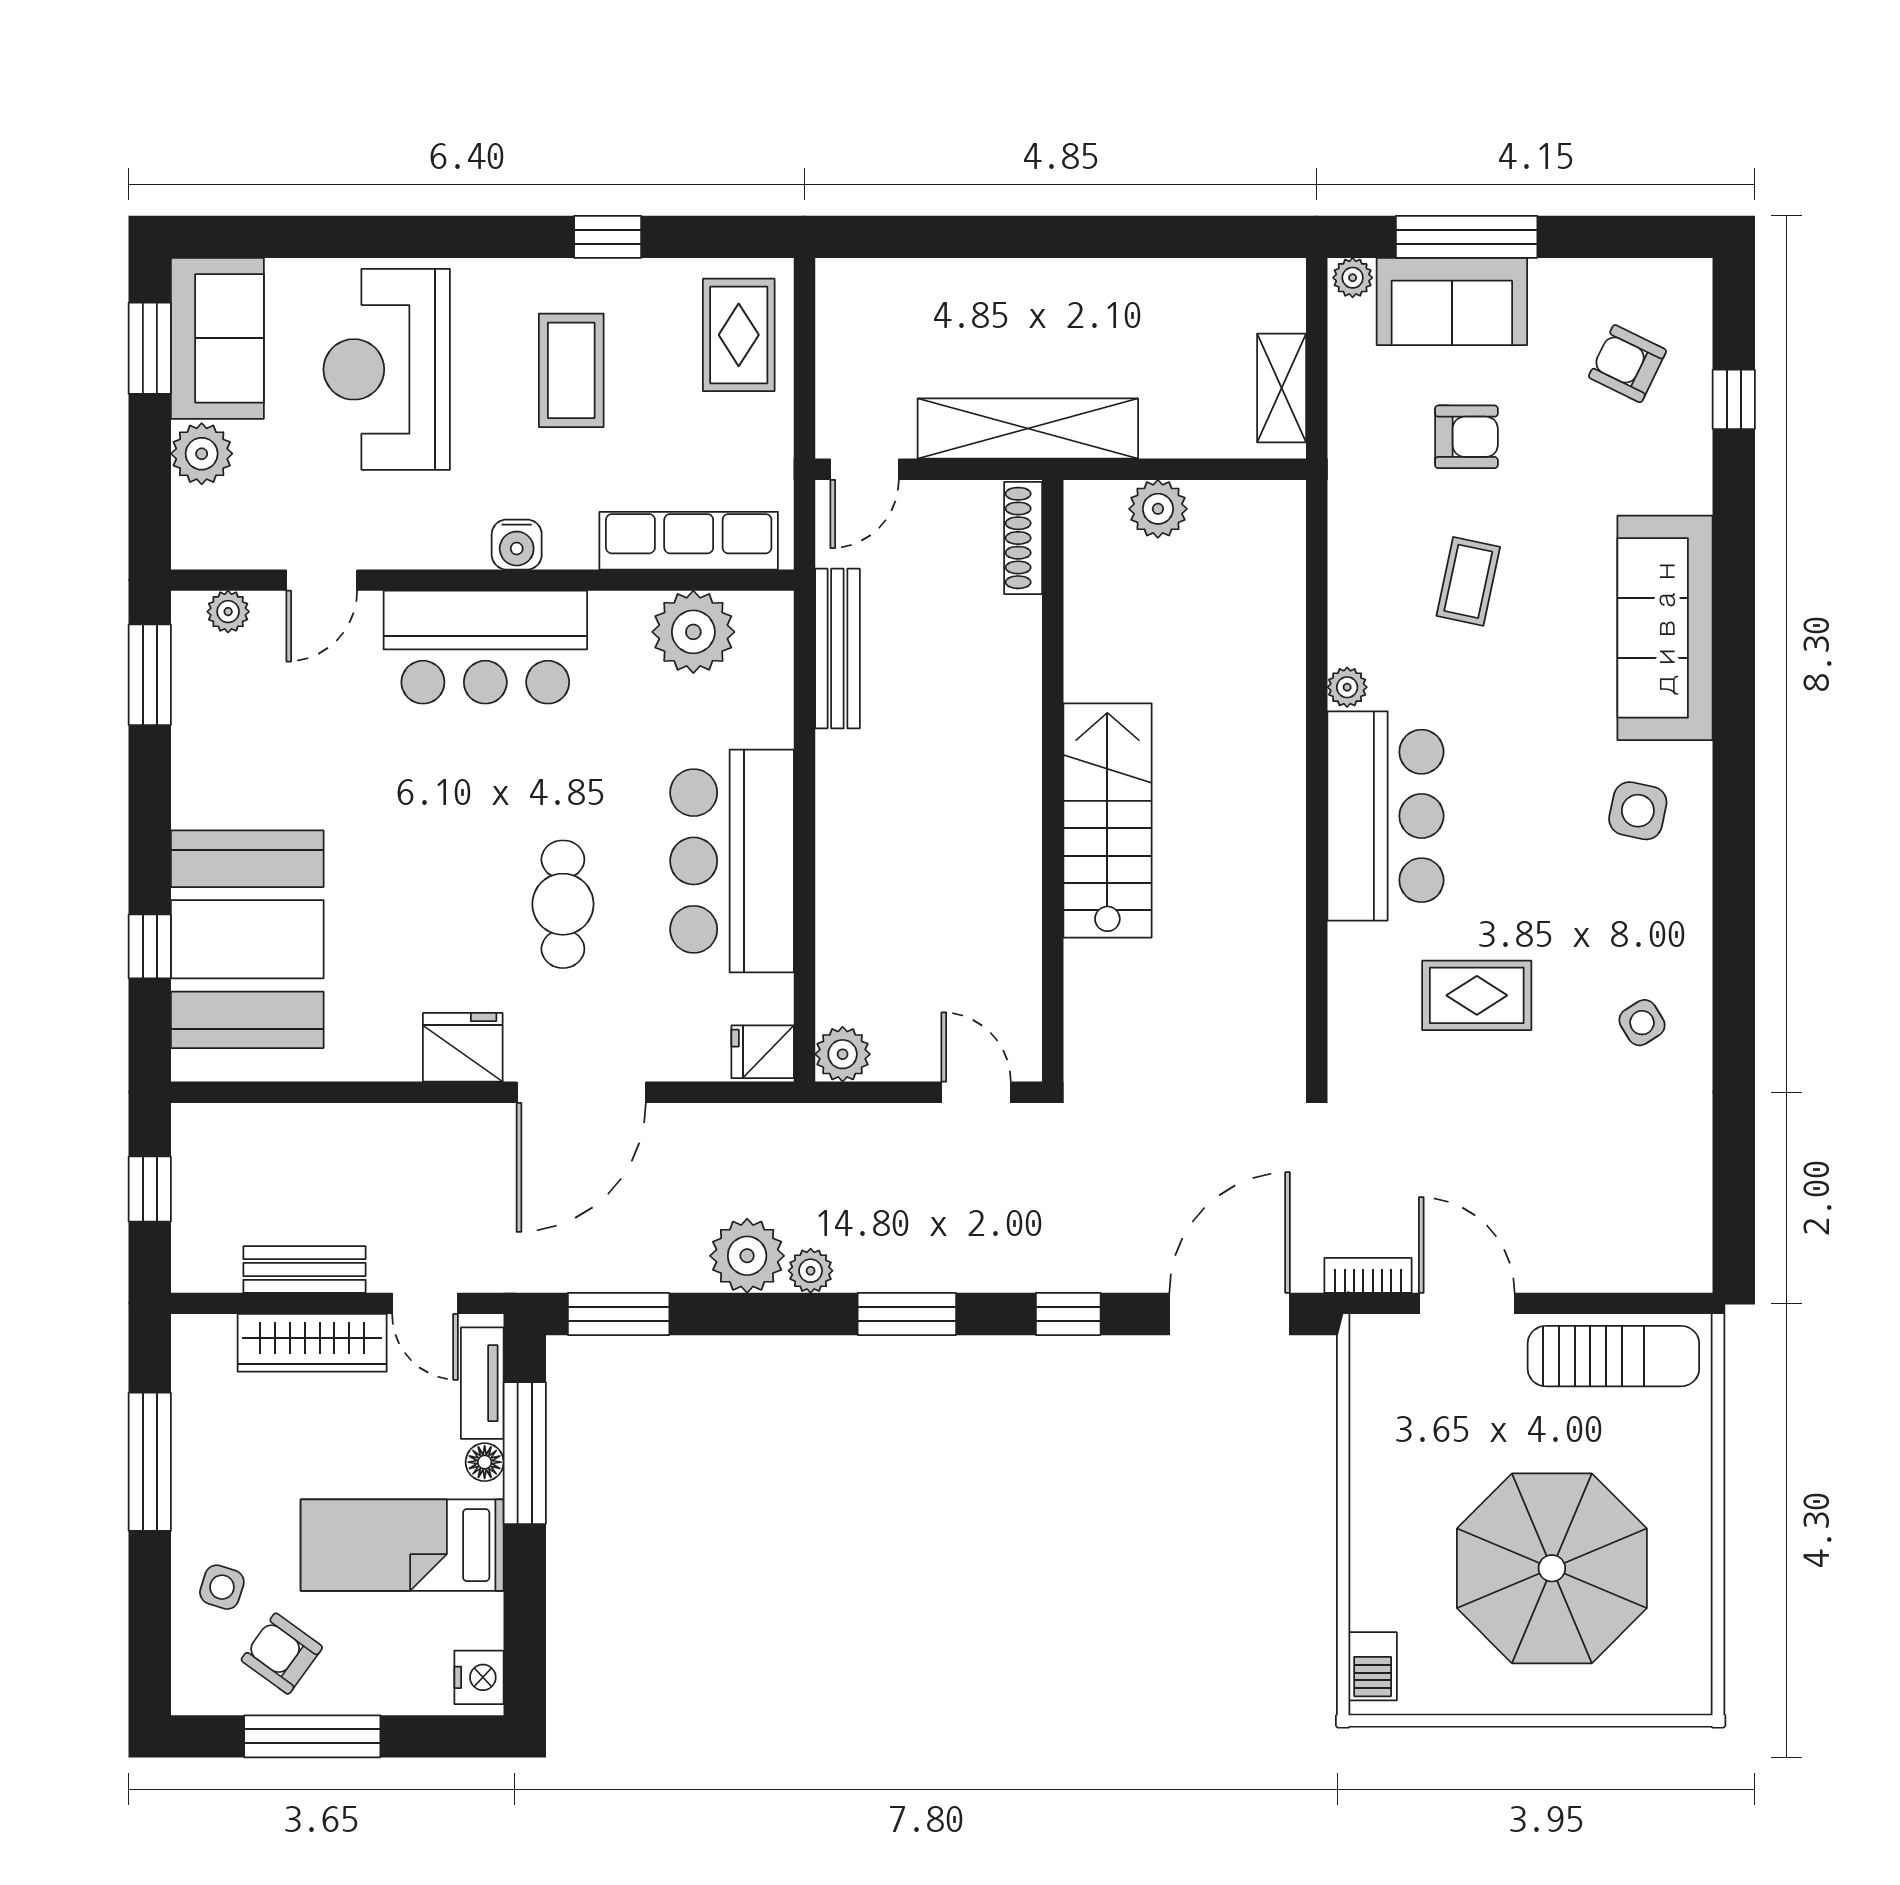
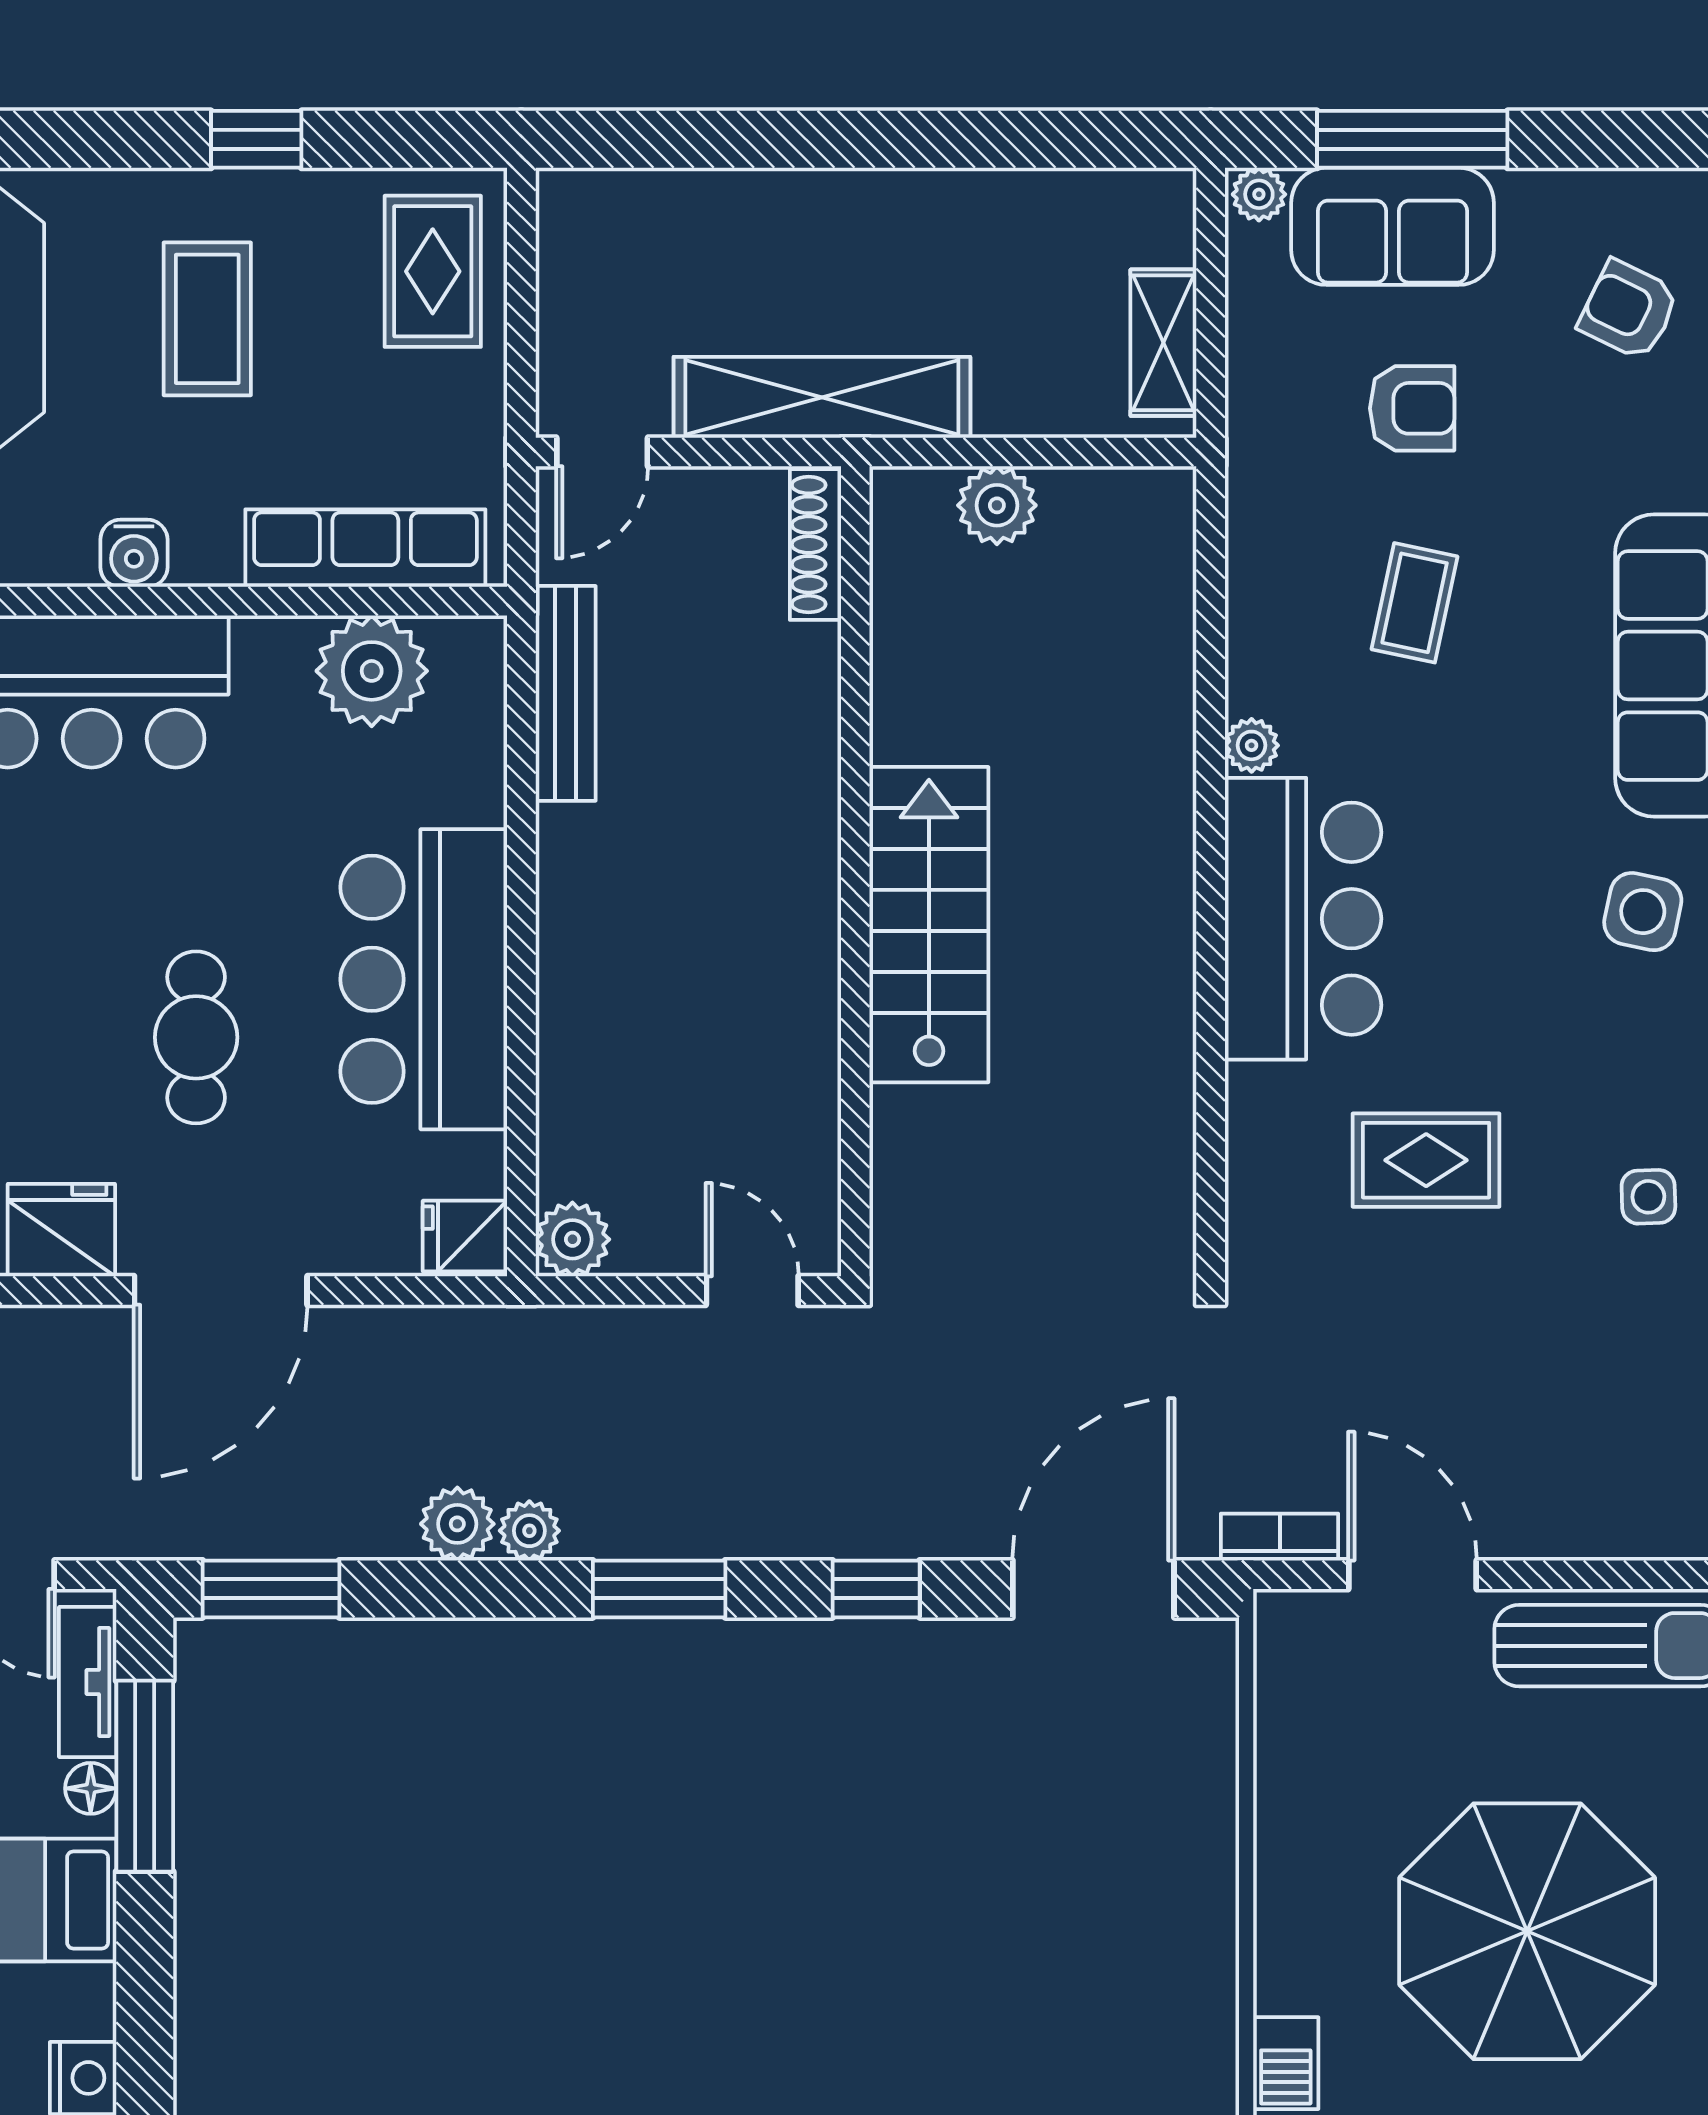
side table: (1642, 1023) -> (1648, 1197), turned 30
plant: (747, 1256) -> (457, 1524), width x0.73, depth x0.73

